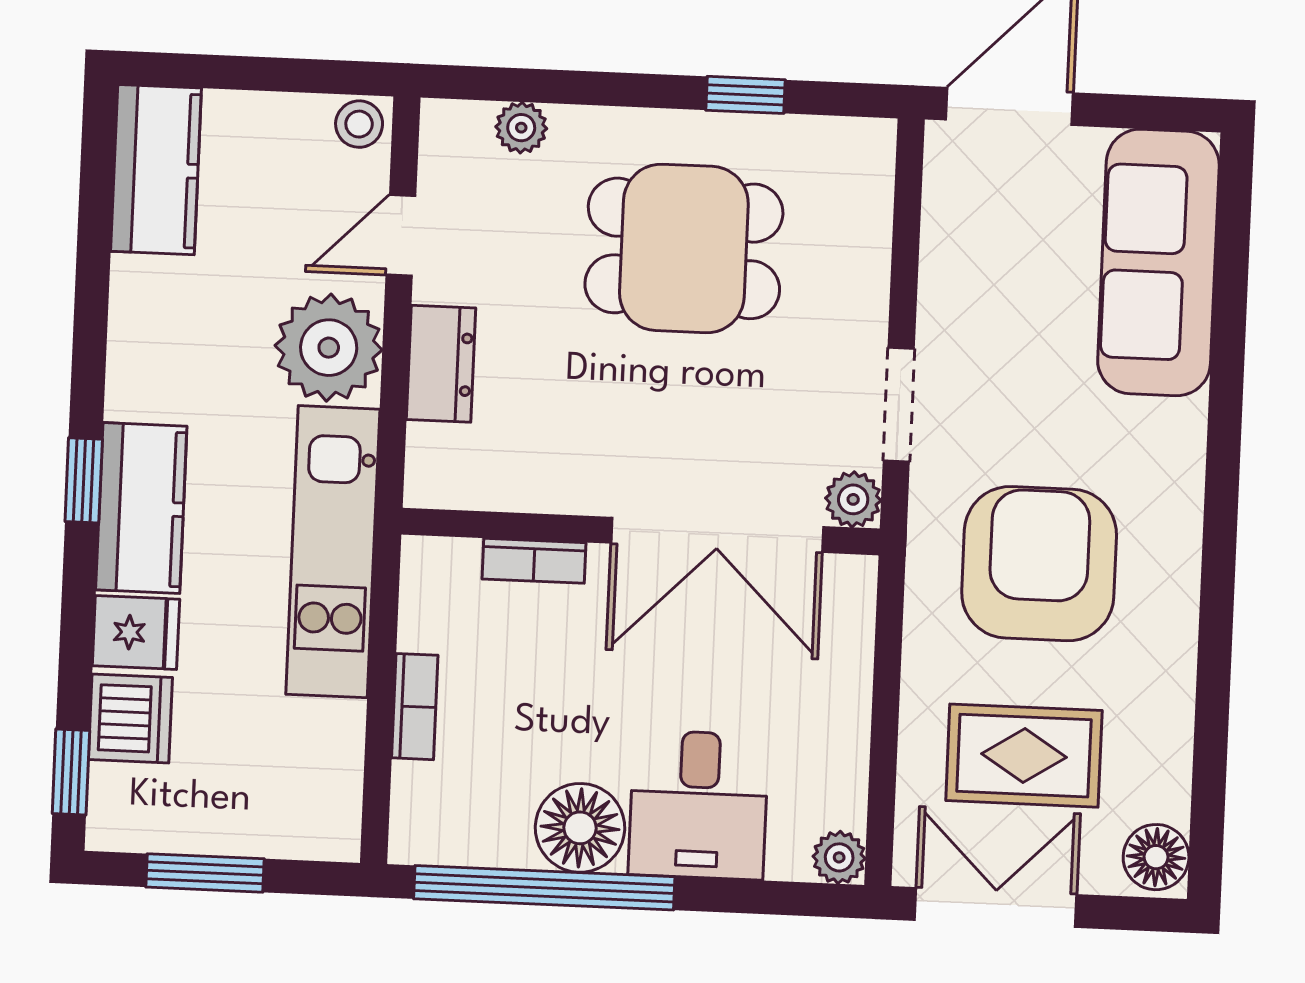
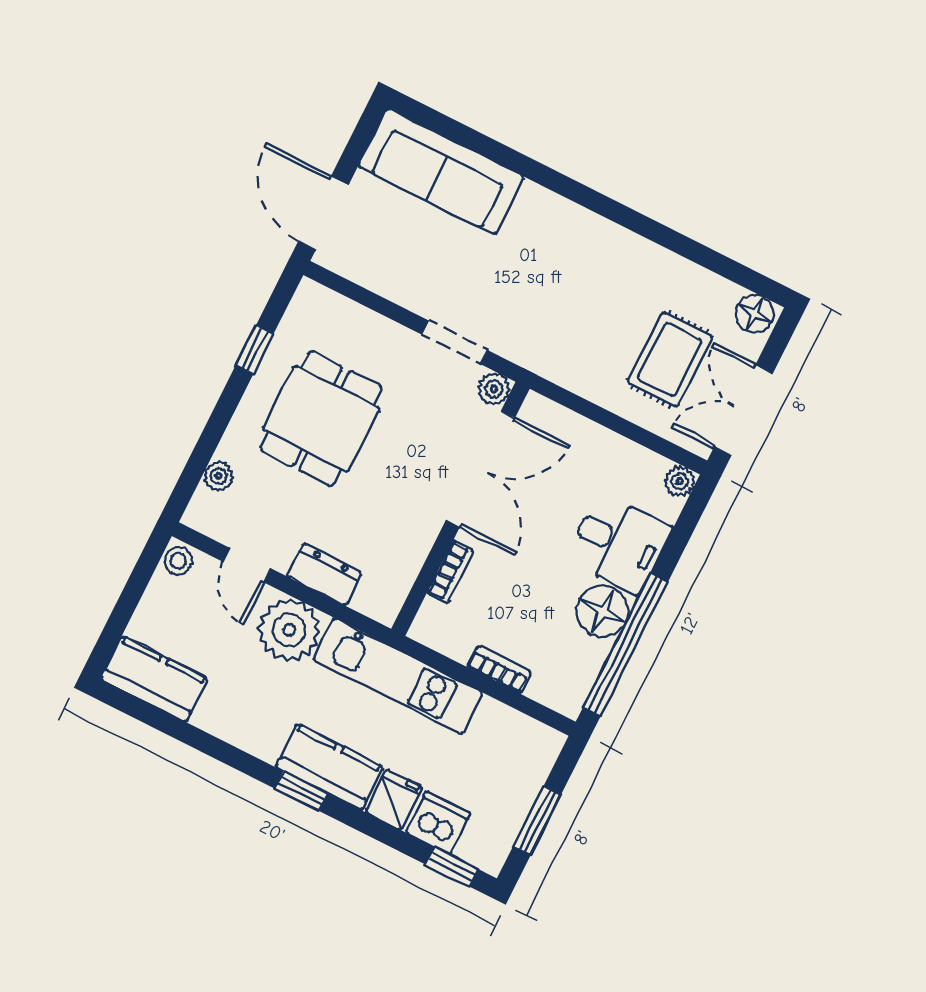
armchair: (1039, 564) -> (572, 306), removed

